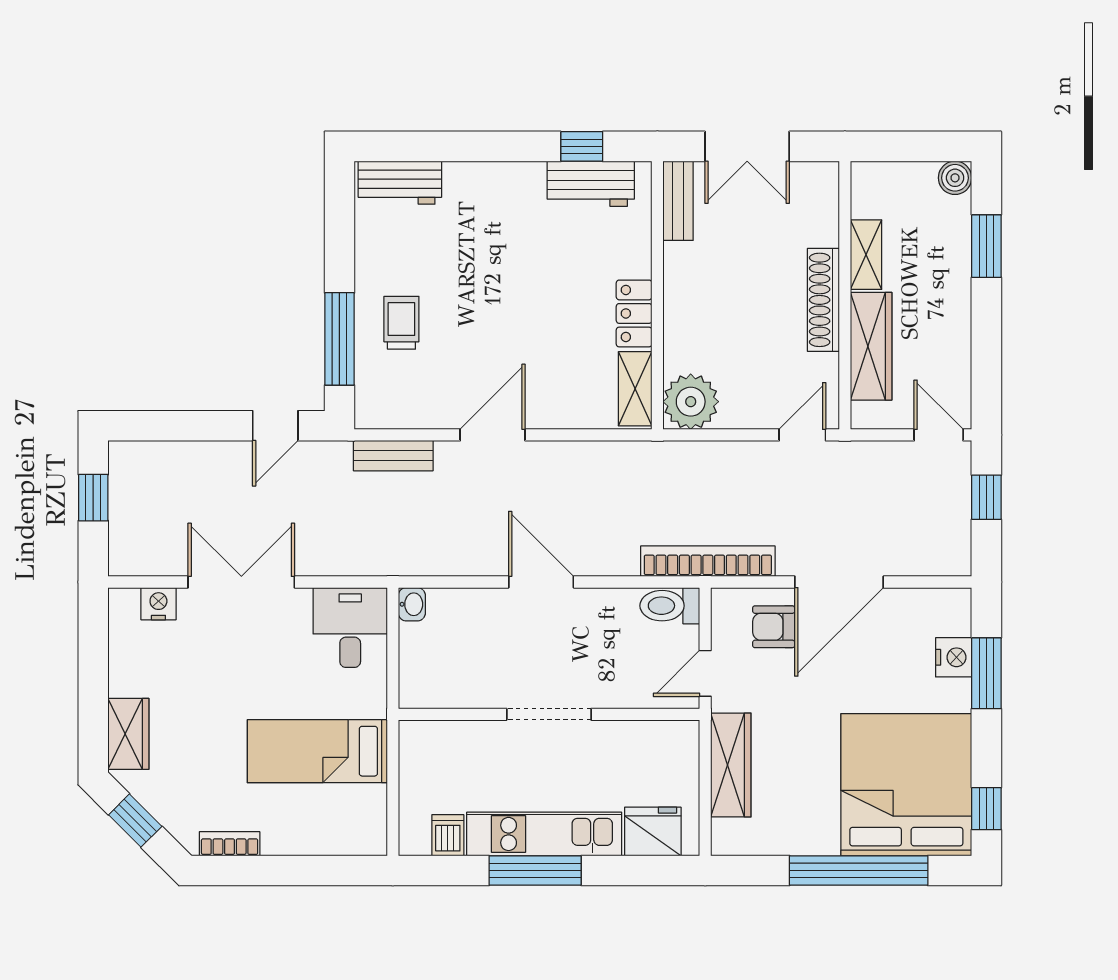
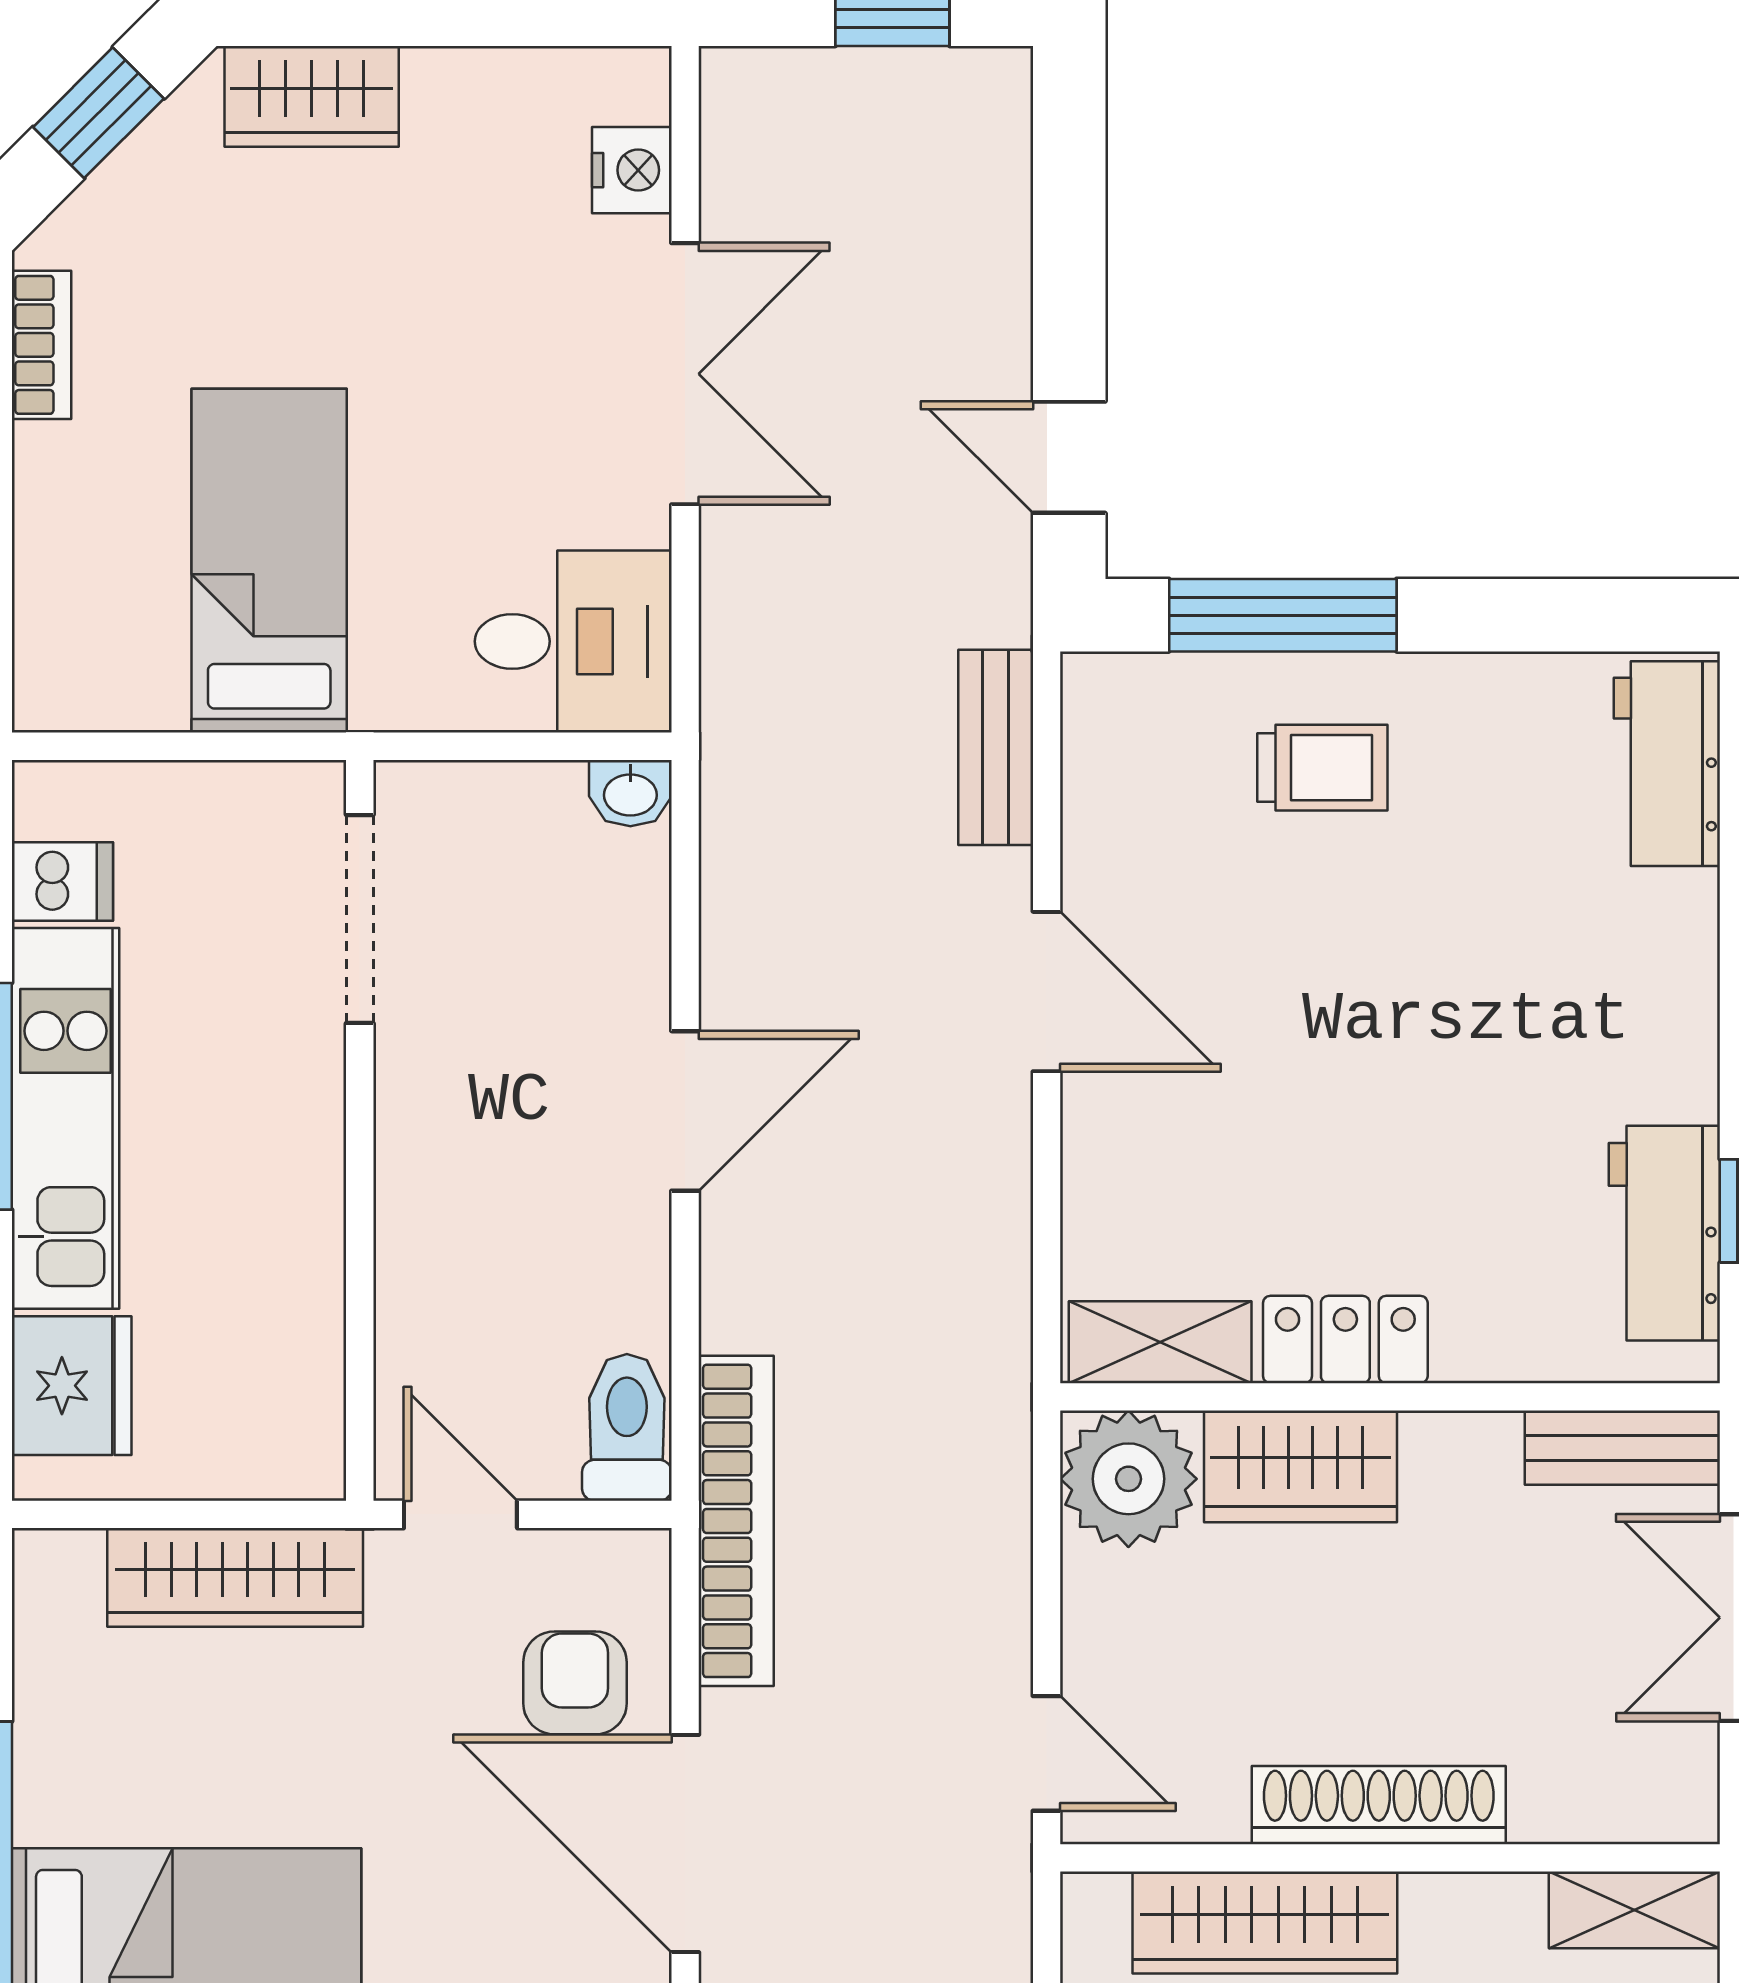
shelving: (866, 255) -> (1634, 1910), moved
wardrobe: (686, 332) -> (1300, 1466), added
doorway: (549, 714) -> (360, 919), moved

